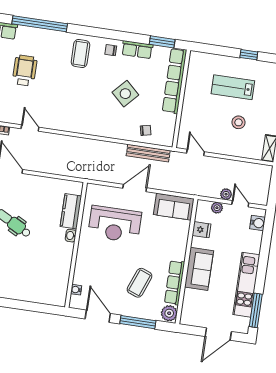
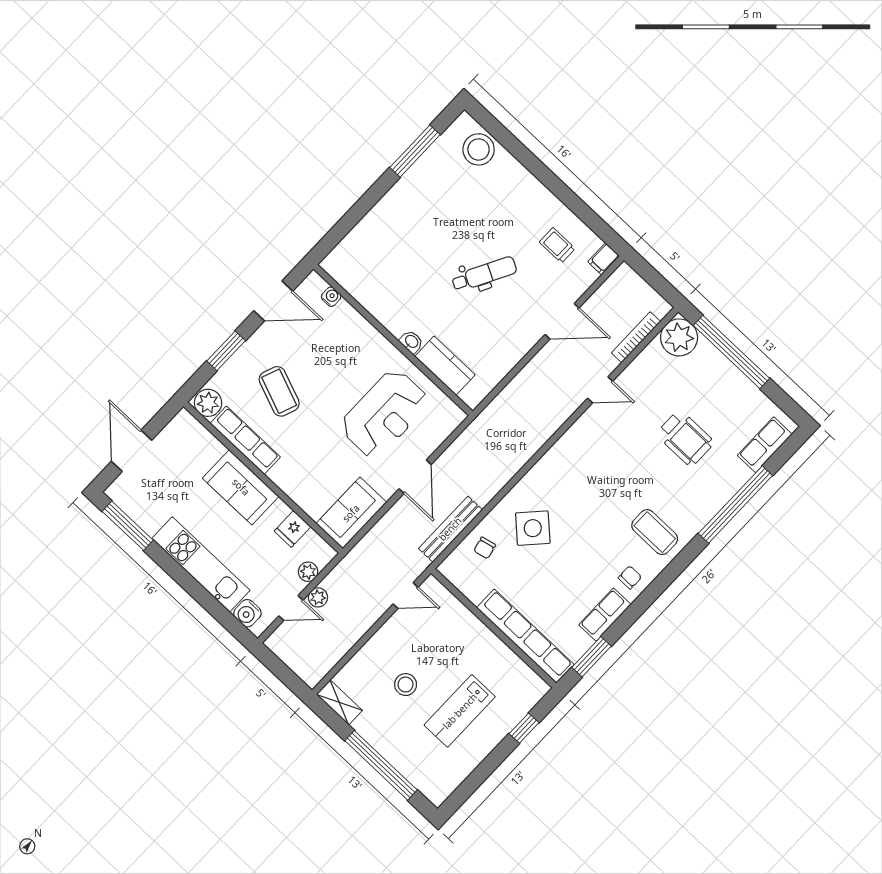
window: (249, 55) -> (524, 728), moved
lab bench: (233, 87) -> (460, 711), turned 180
side table: (125, 94) -> (533, 528), moved
reception desk: (115, 224) -> (384, 414), turned 180
kitchen unit: (246, 285) -> (201, 564), moved
window: (138, 322) -> (226, 351), width x0.69

